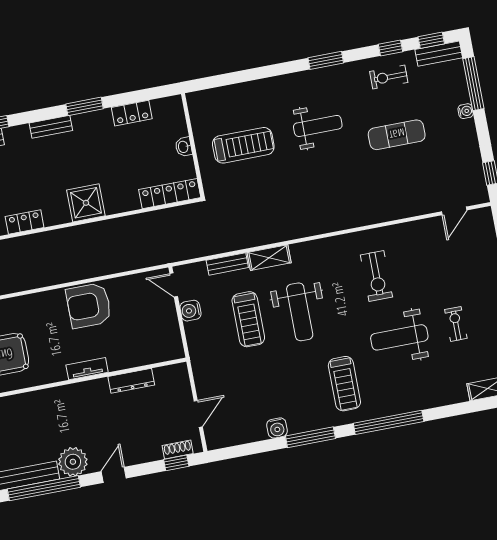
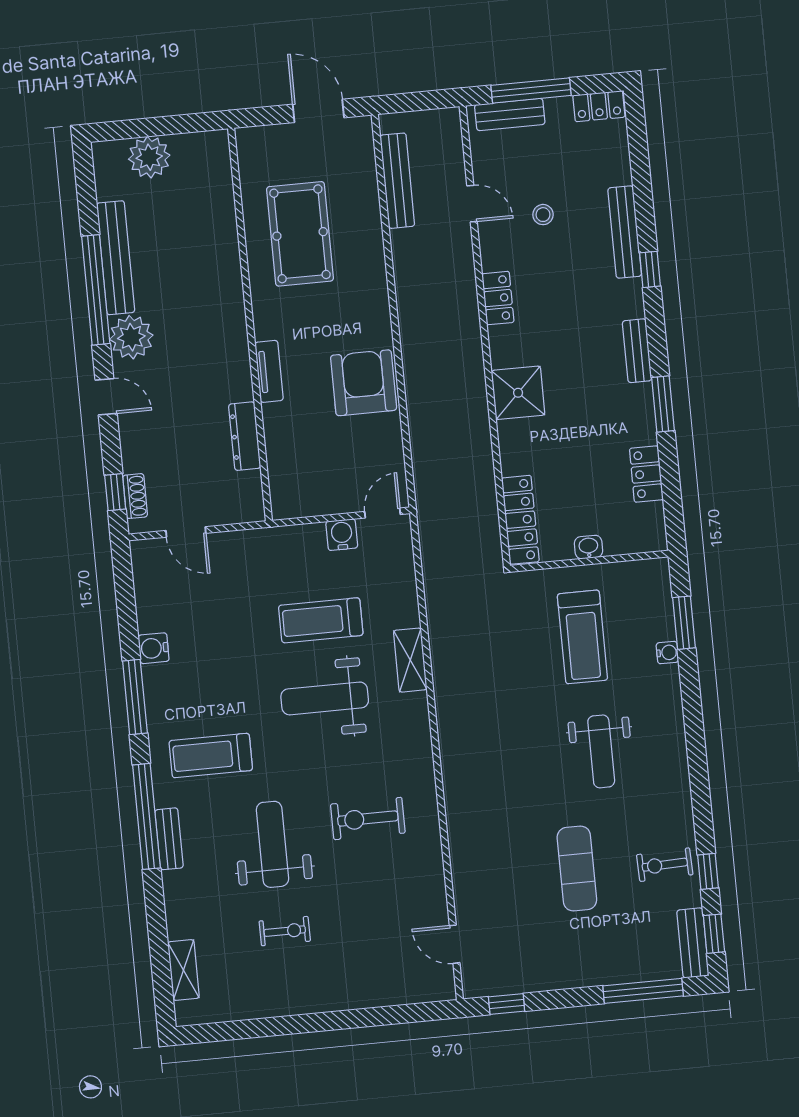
window: (326, 60) -> (684, 623), moved
exercise bike: (389, 77) -> (665, 865), turned -92
water cooler: (466, 111) -> (667, 653), moved, turned -90
bench: (227, 264) -> (169, 839), moved

